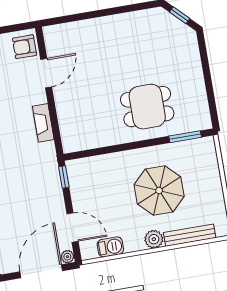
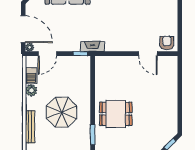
dining table: (147, 107) -> (116, 114), turned 90
fireplace: (43, 123) -> (92, 46), moved
plant: (154, 239) -> (31, 90), moved

